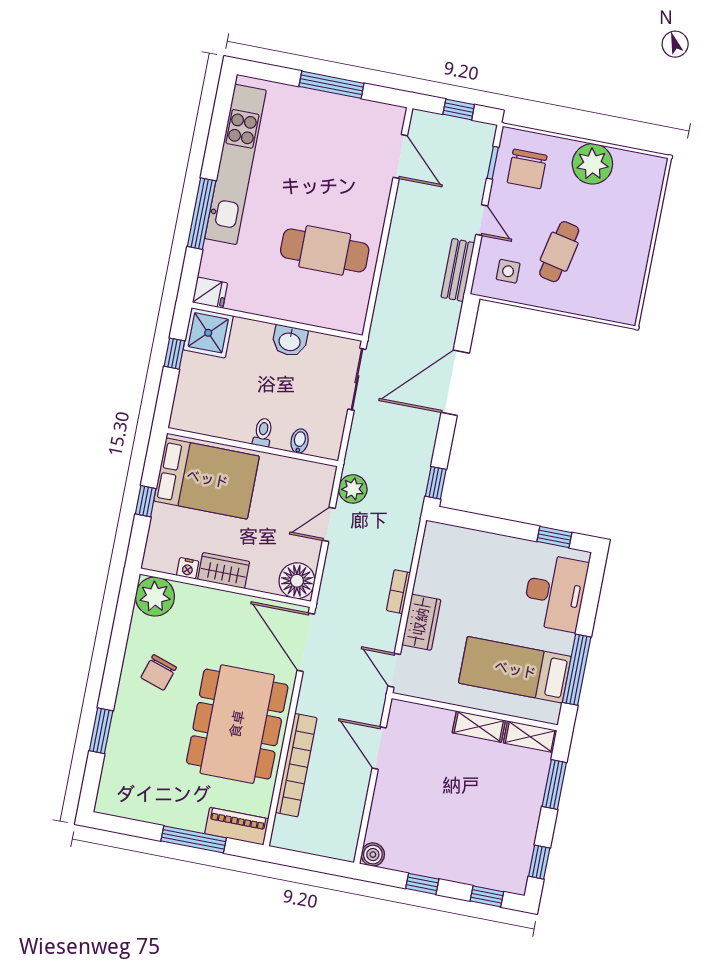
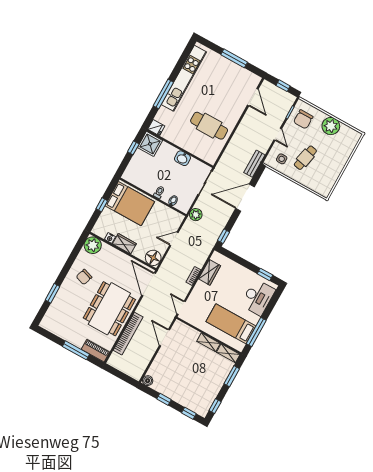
bench: (458, 270) -> (254, 164), moved
plant: (353, 489) -> (196, 215), moved
wardrobe: (421, 622) -> (210, 272), moved

